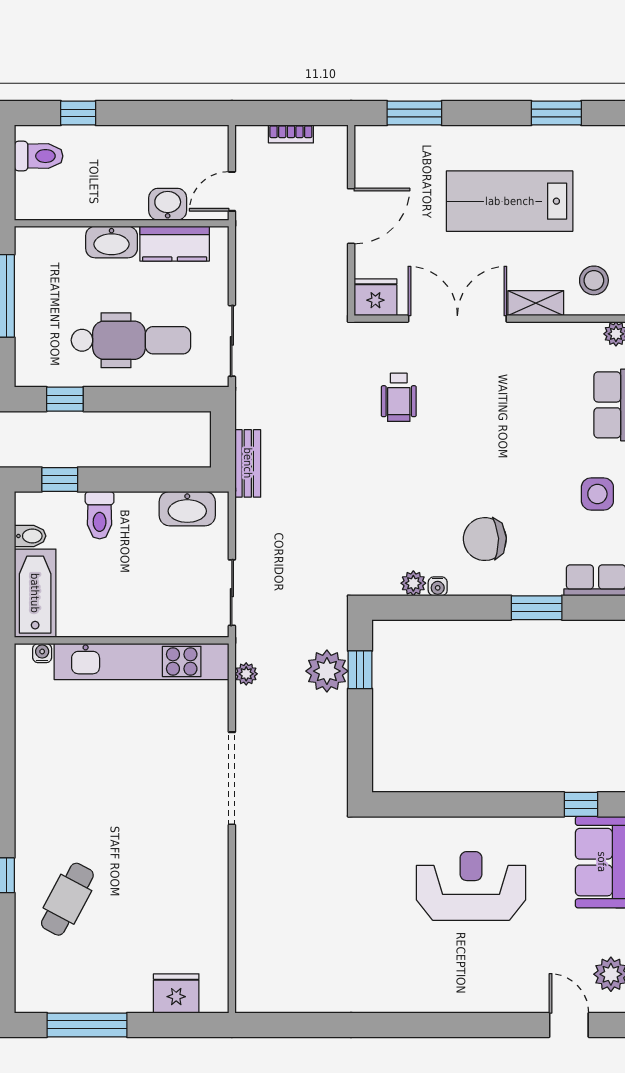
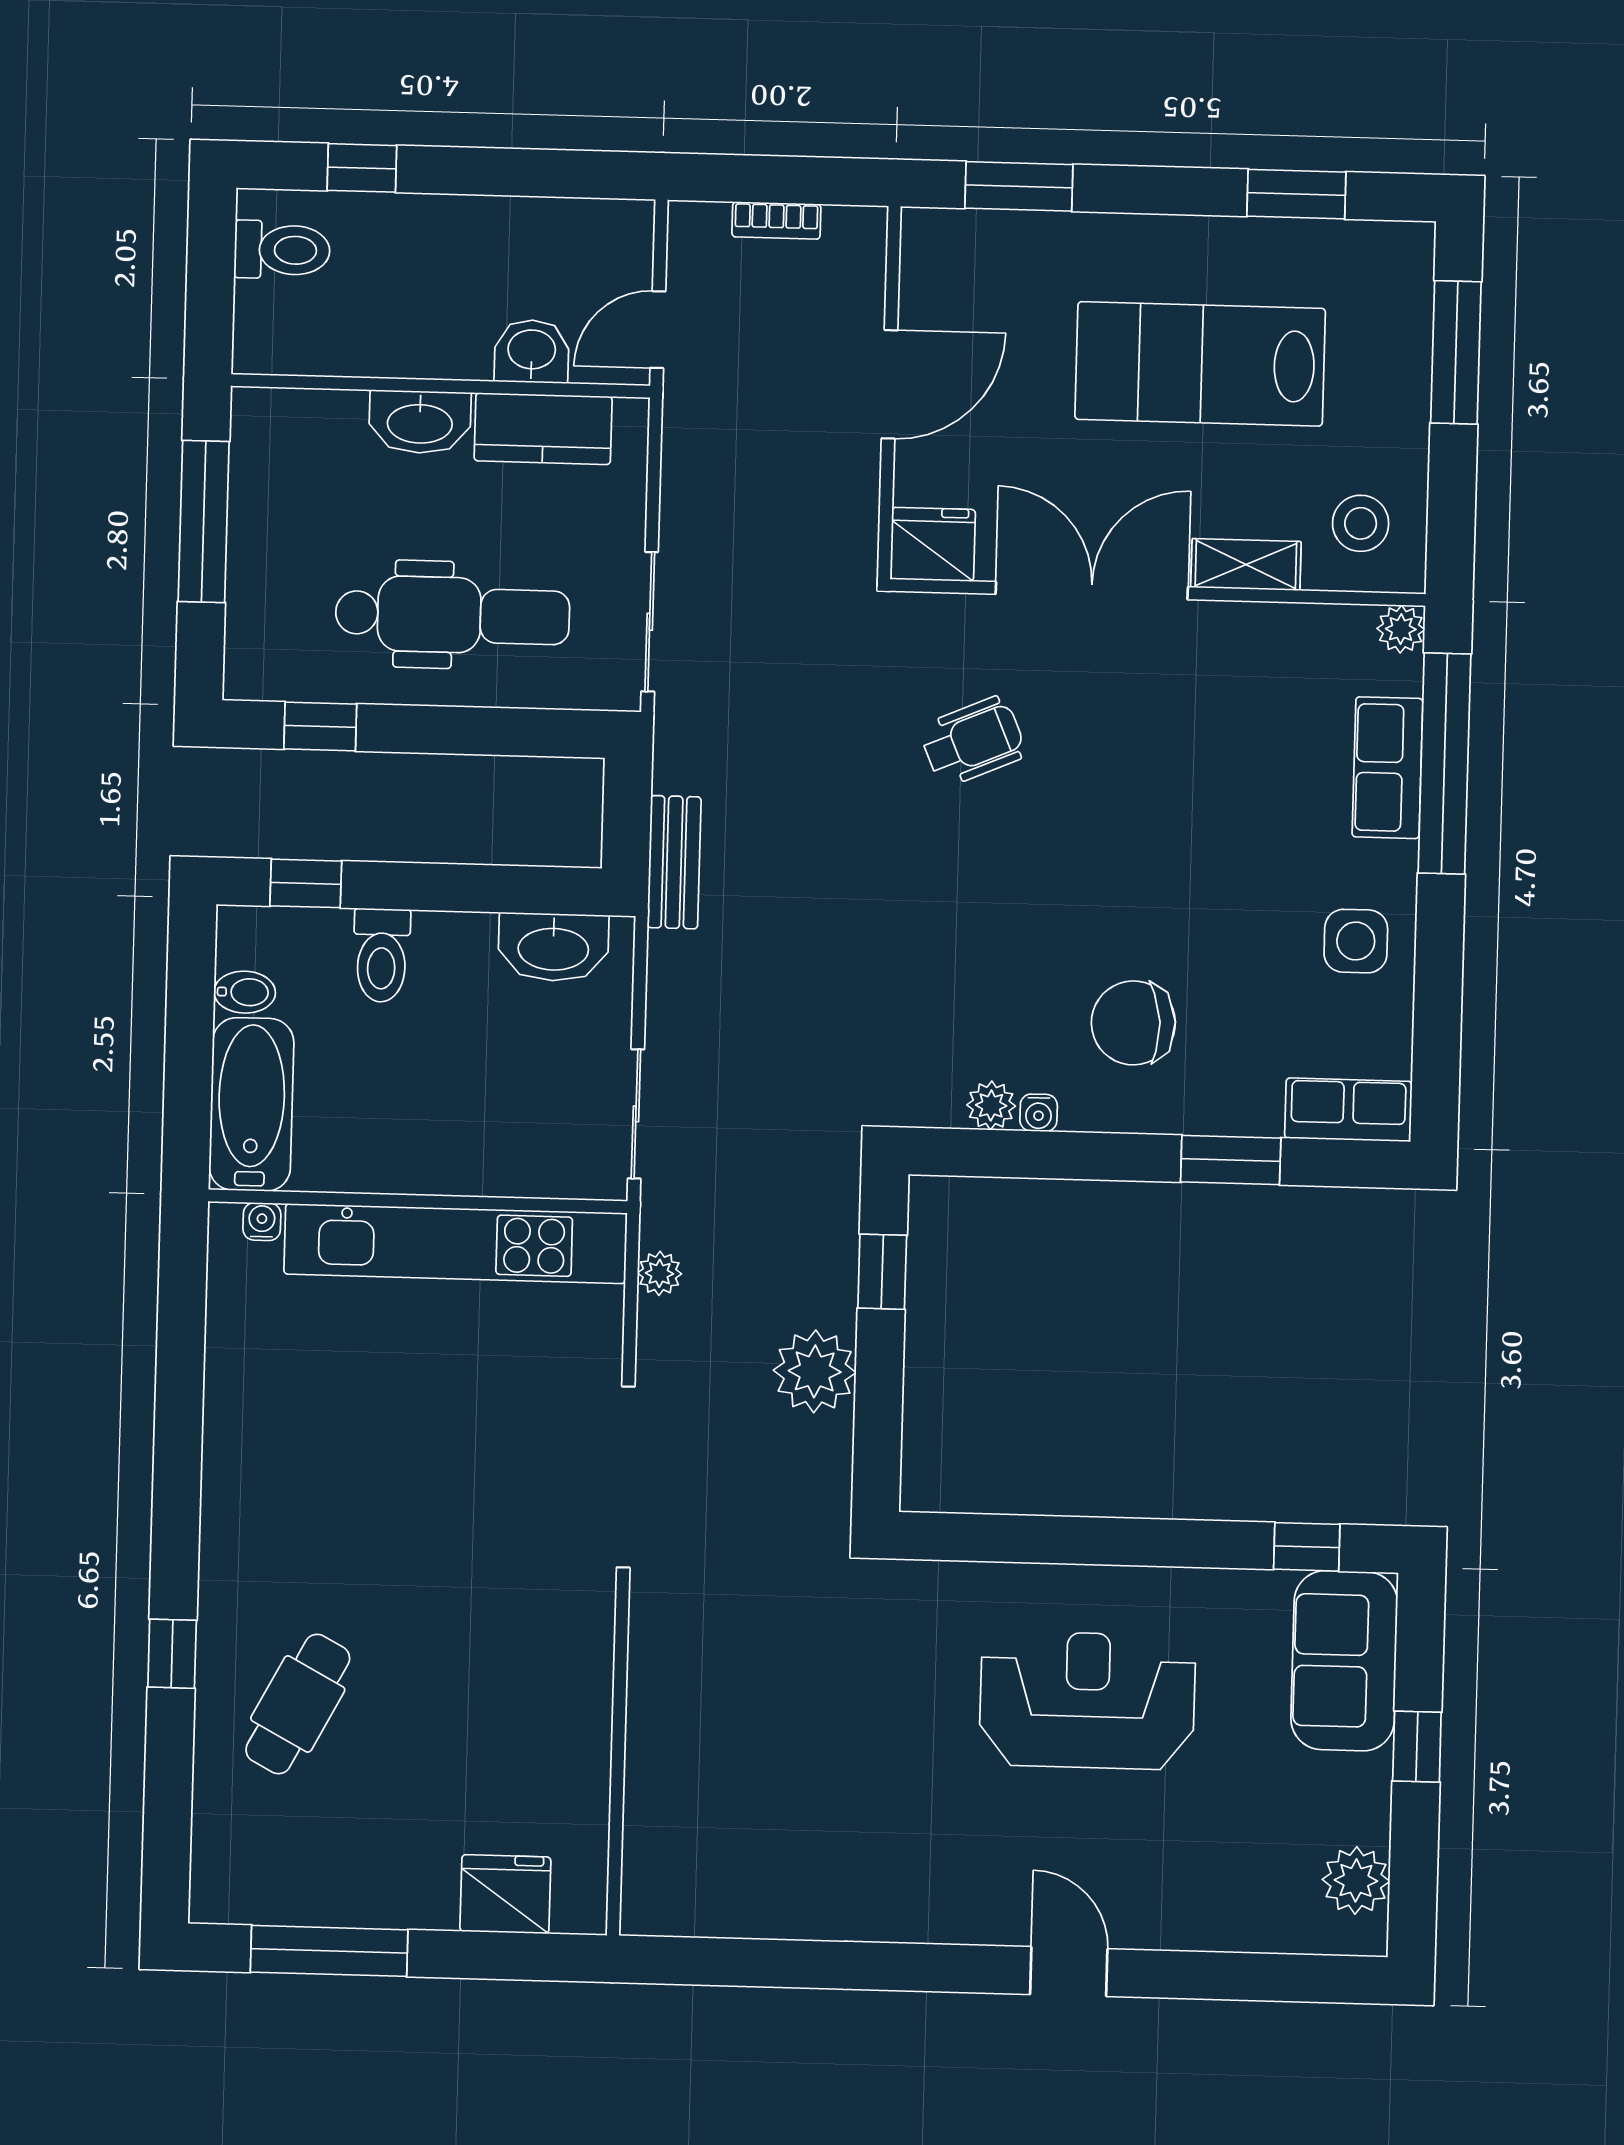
wheelchair: (399, 397) -> (973, 741), turned -113
plant: (327, 671) -> (815, 1371), moved
door: (569, 1025) -> (1069, 1972), moved

